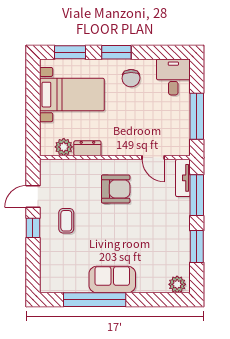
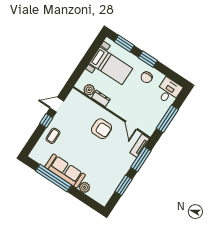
coffee table: (66, 221) -> (53, 136), moved
sofa: (112, 280) -> (65, 171), width x1.36
plant: (177, 284) -> (85, 187), moved

